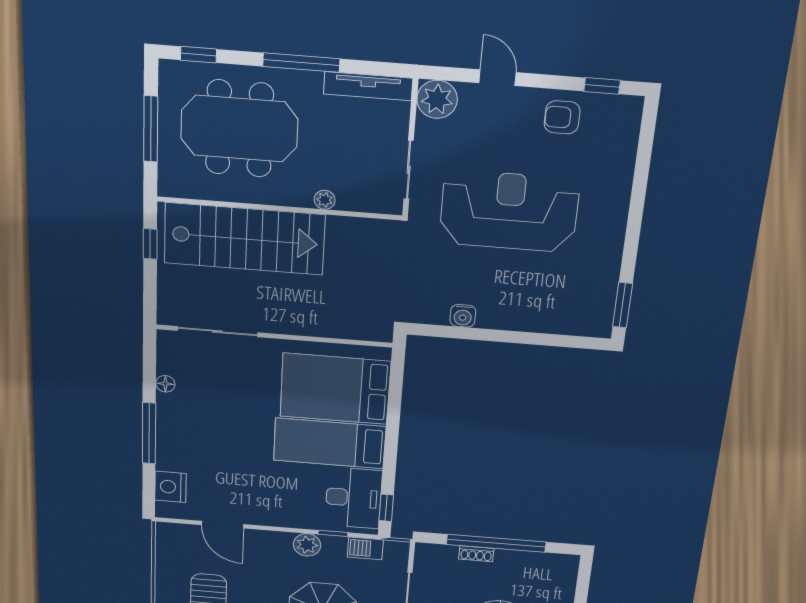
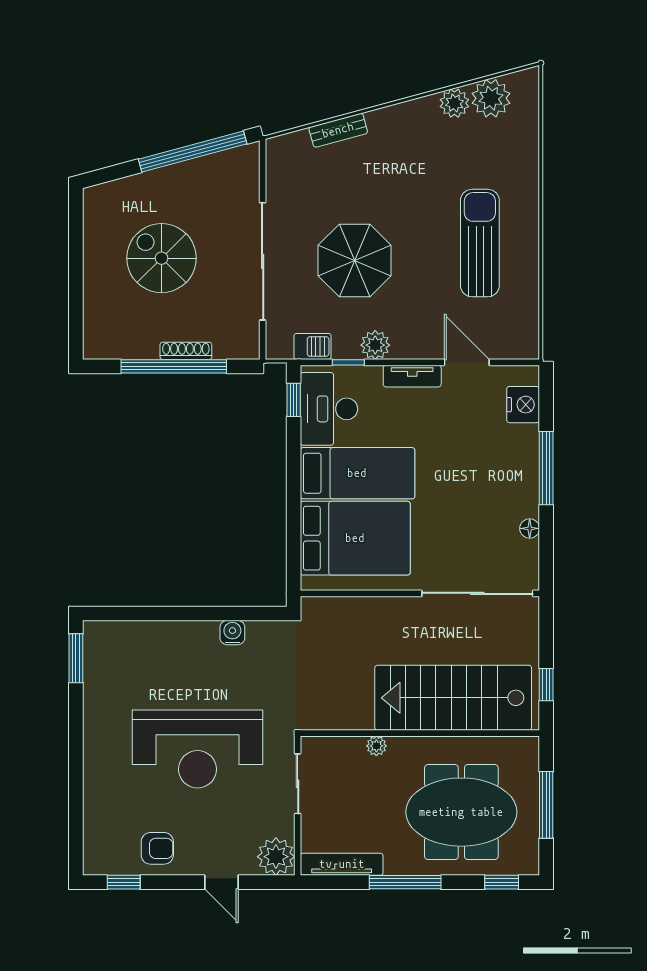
sliding door: (218, 332) -> (477, 593), width x1.36
tv unit: (274, 518) -> (412, 376), added
shoe rack: (476, 554) -> (186, 351), width x1.43

